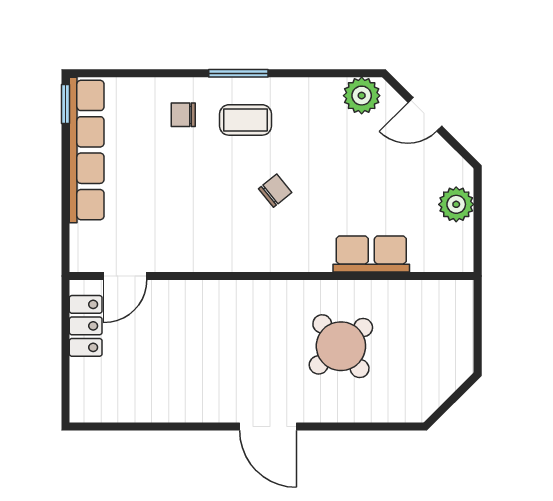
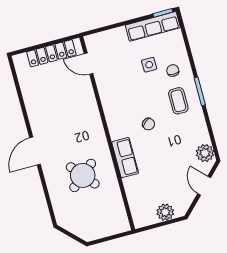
row of seats: (87, 150) -> (153, 26), width x0.73
side table: (160, 158) -> (149, 65), added
row of seats: (371, 254) -> (125, 158), moved
locker: (86, 326) -> (51, 53), width x1.53

